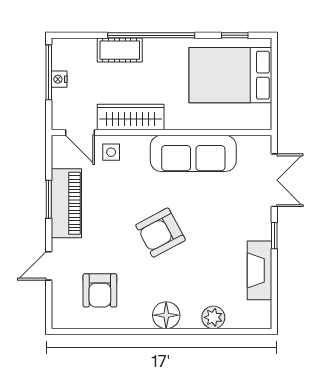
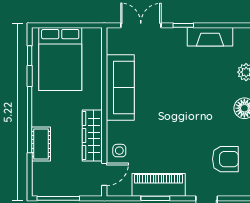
nightstand: (59, 79) -> (63, 190), removed
armchair: (161, 233) -> (181, 113), removed

